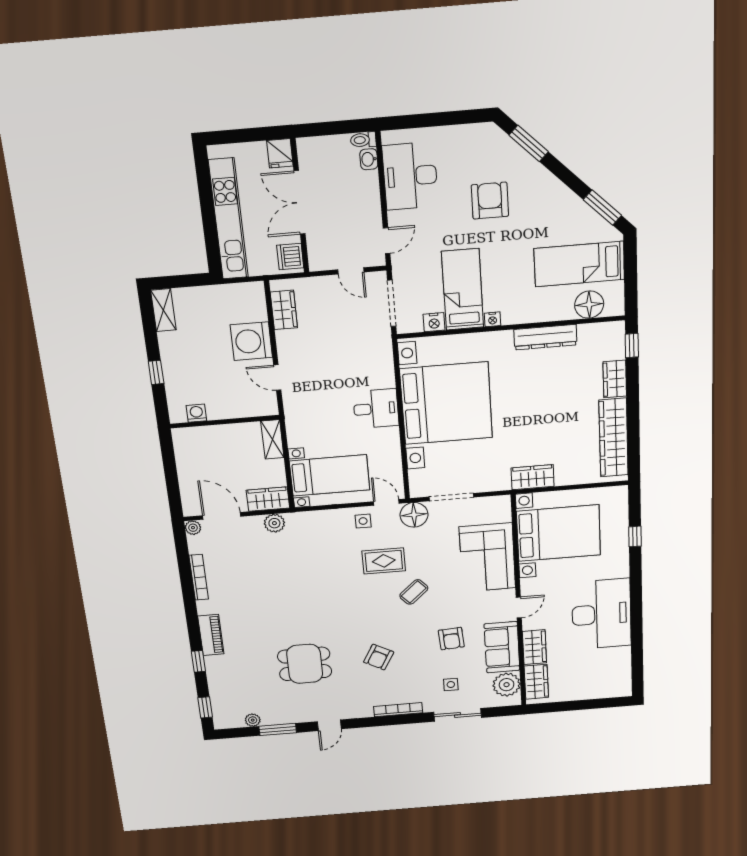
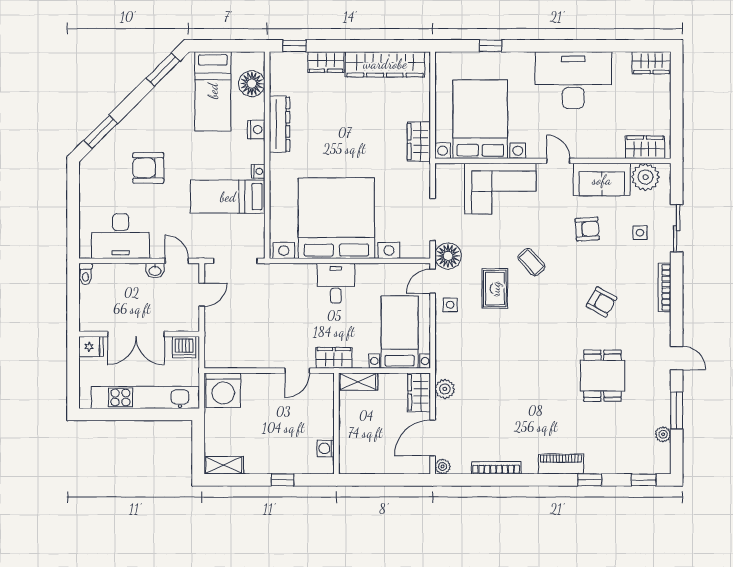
washbasin: (369, 159) -> (155, 271), moved
wardrobe: (284, 310) -> (334, 358), moved
nightstand: (434, 322) -> (256, 130), moved
washing machine: (251, 341) -> (223, 390), moved
wardrobe: (534, 647) -> (652, 63), moved, turned 180

